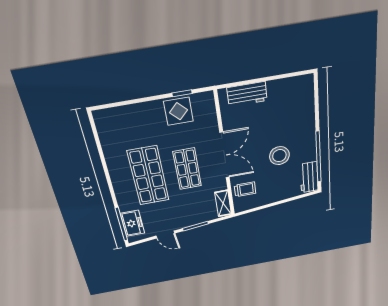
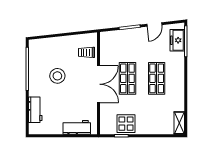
double door: (225, 155) -> (98, 84), swing flipped
shop shelf: (148, 176) -> (157, 78), width x0.70, depth x0.74
workbench: (309, 177) -> (35, 110), moved
shelving: (223, 203) -> (179, 123), moved
door: (165, 235) -> (154, 24), swing flipped

